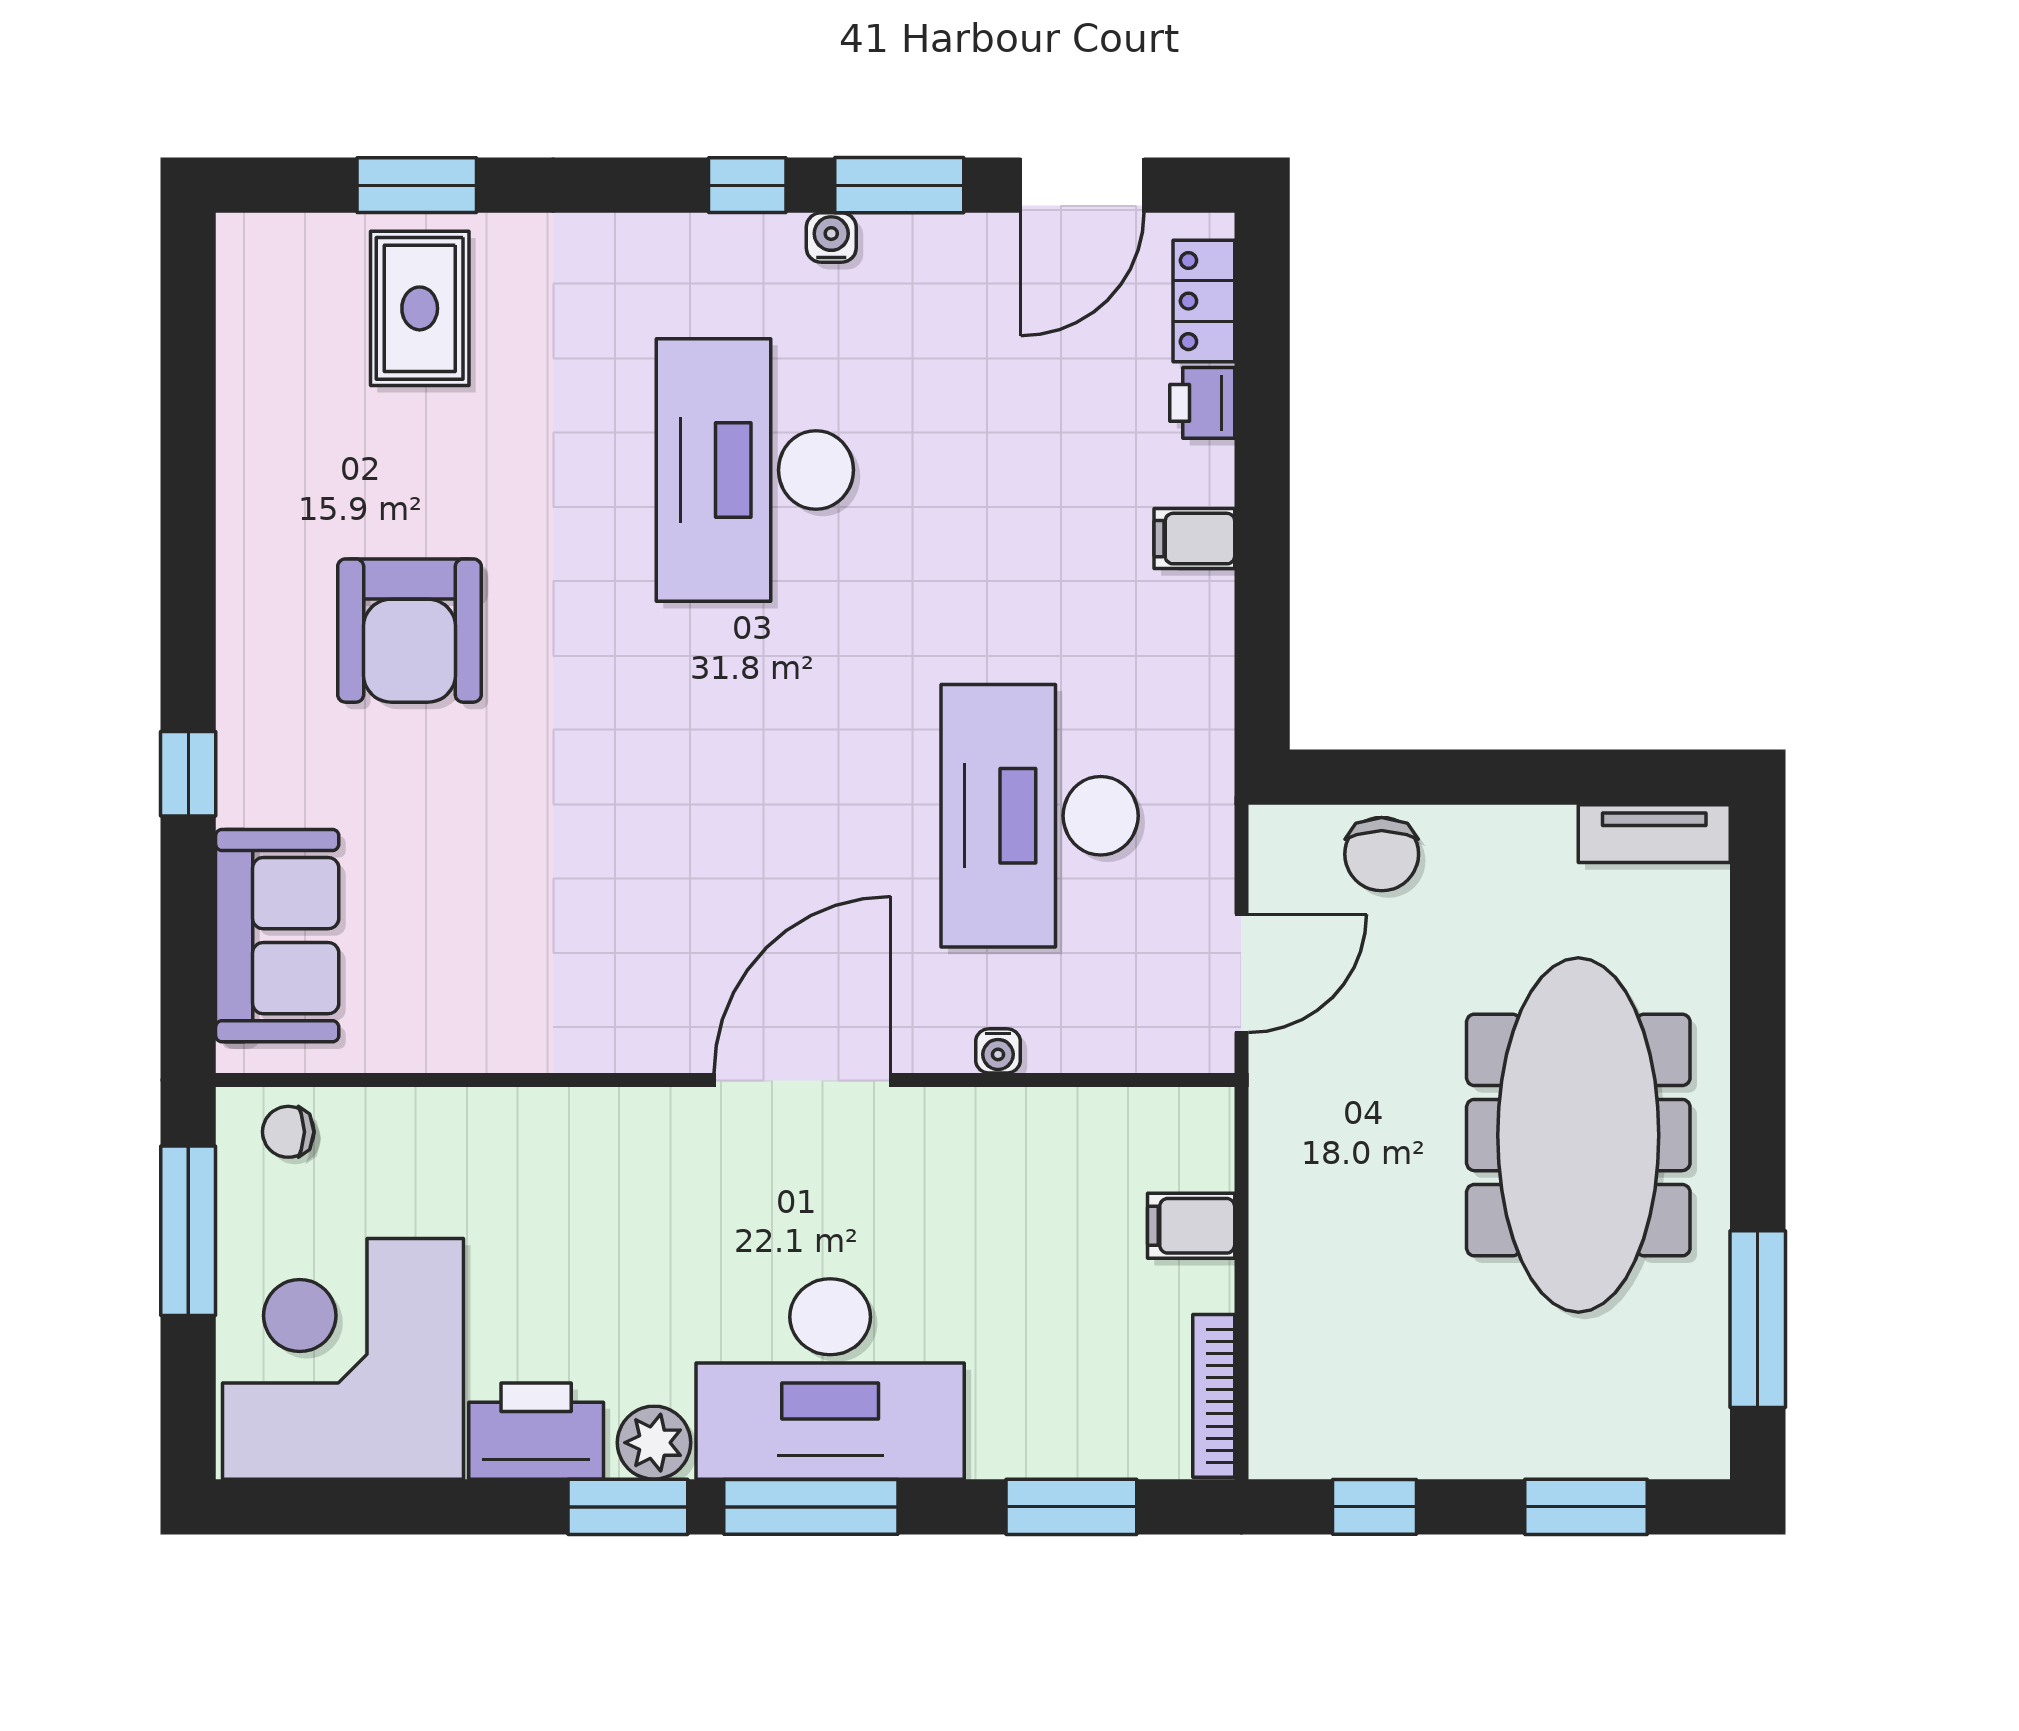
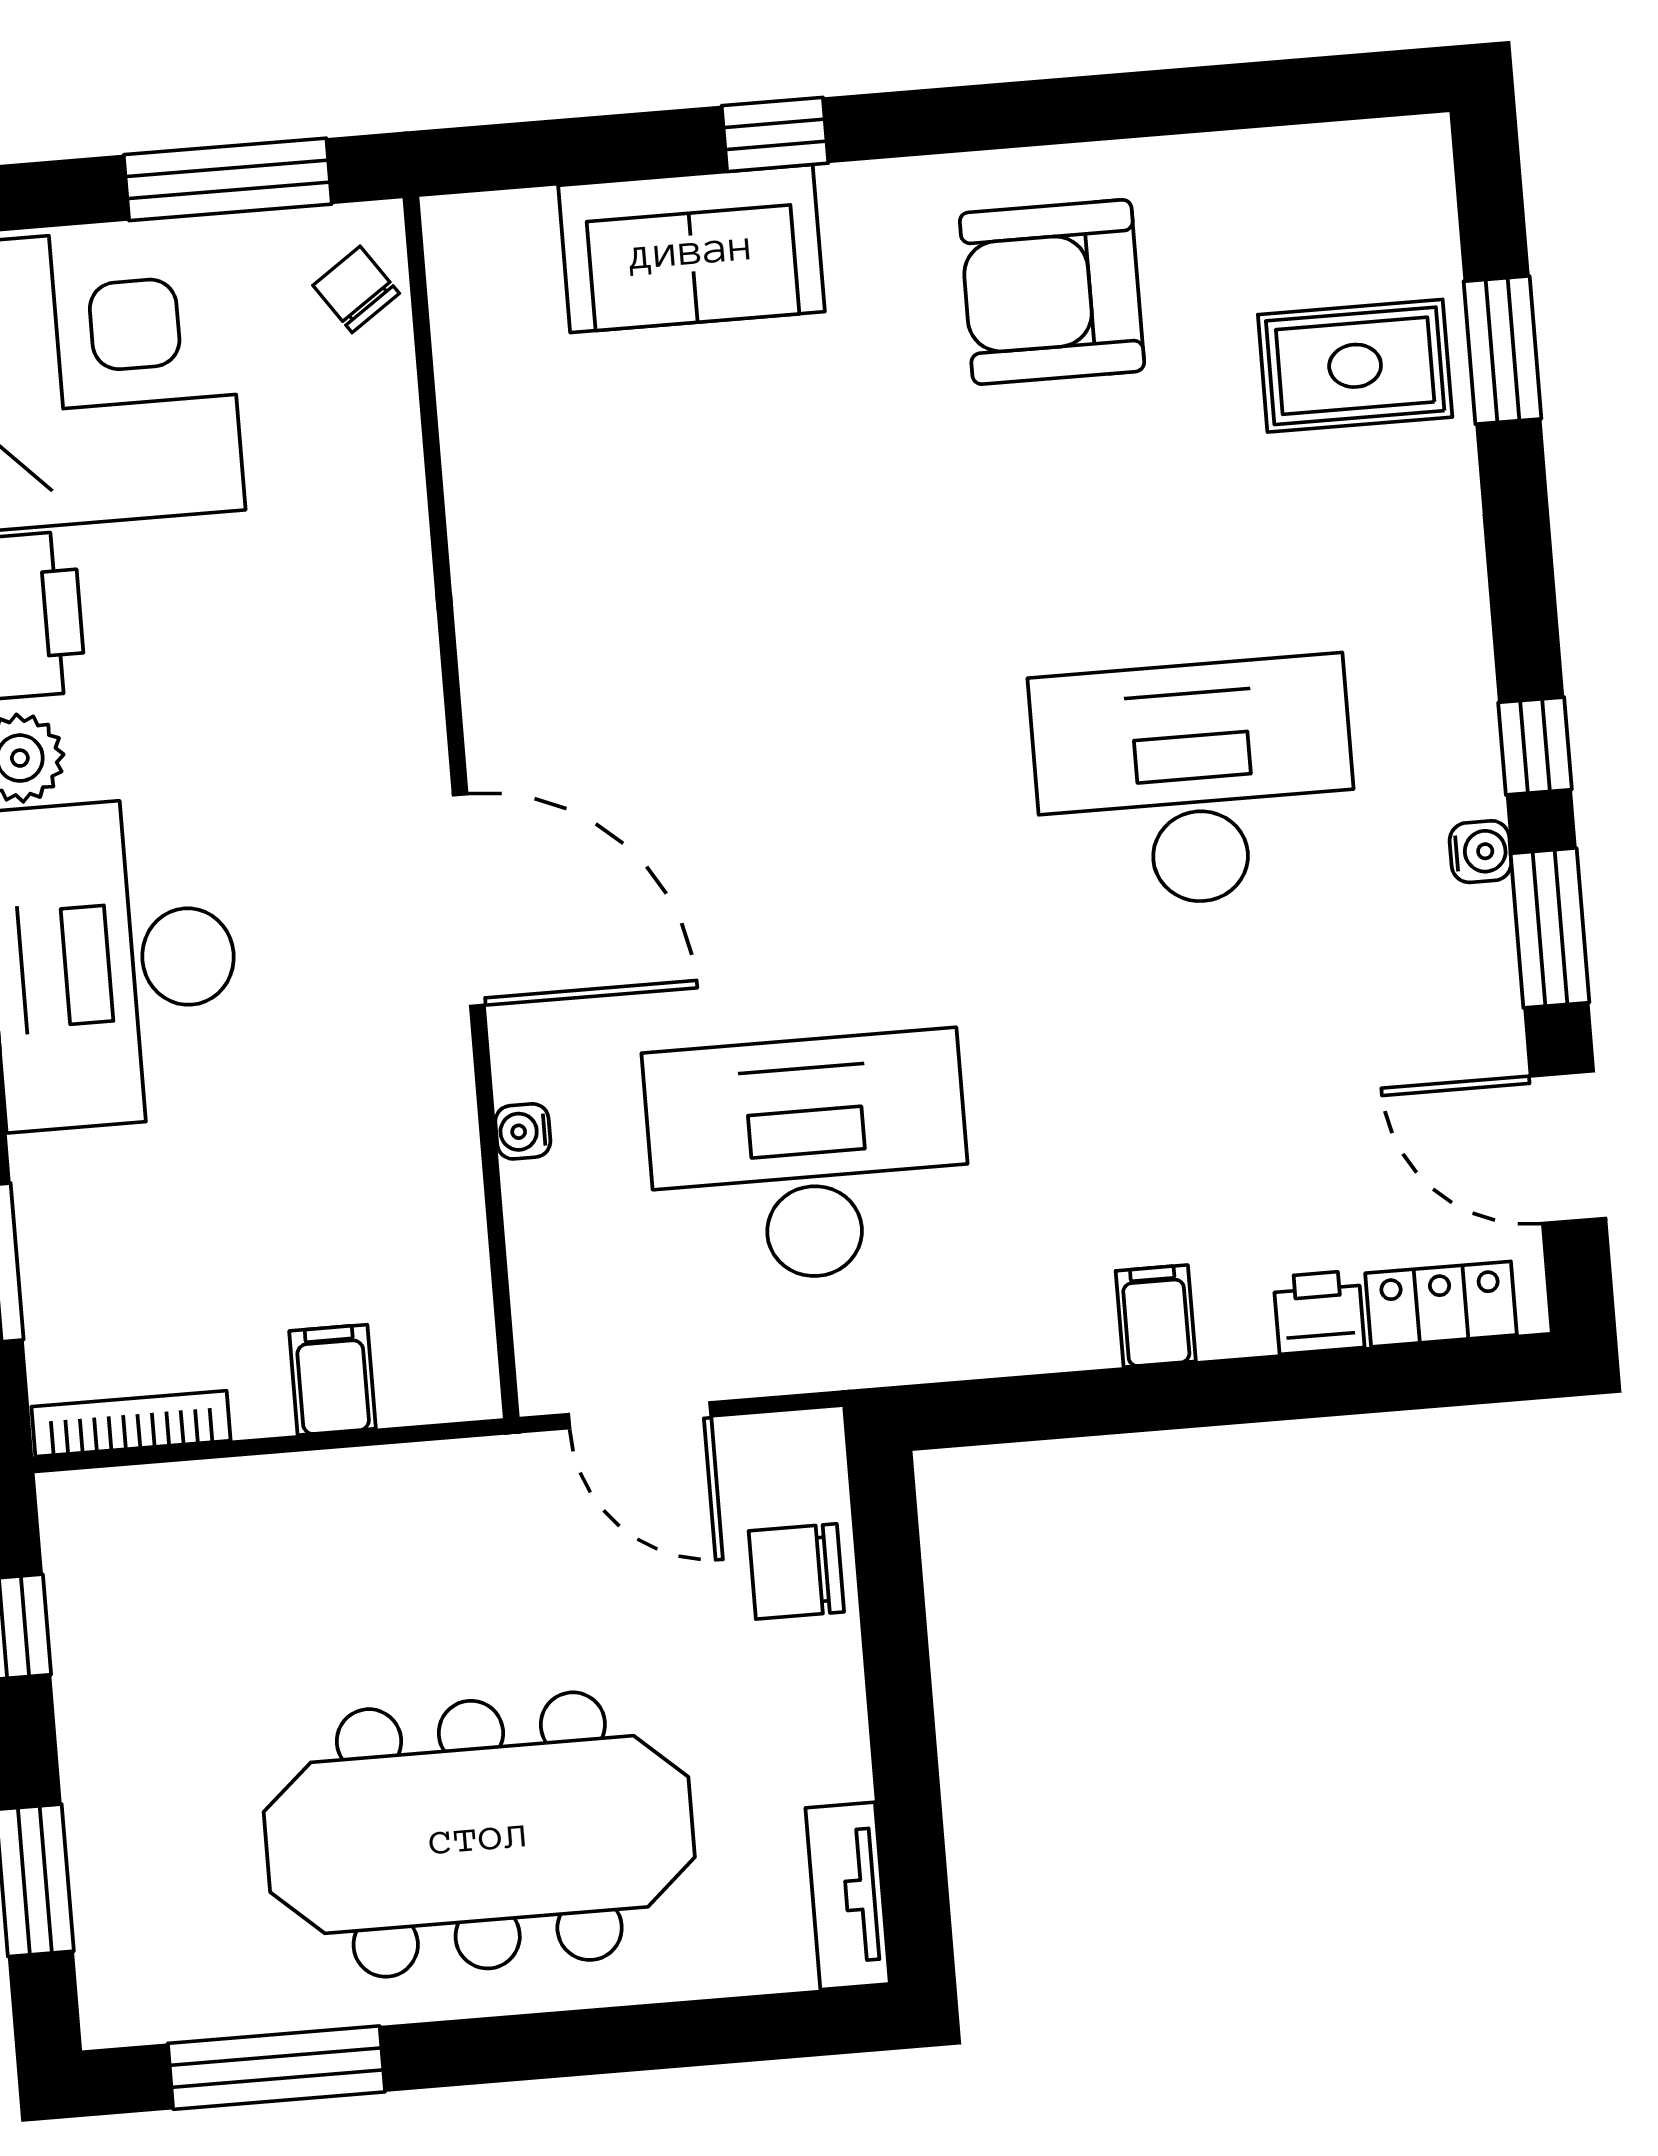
armchair: (409, 631) -> (1052, 292), moved
sofa: (277, 936) -> (691, 249), moved
chair: (288, 1132) -> (356, 289), turned -35

